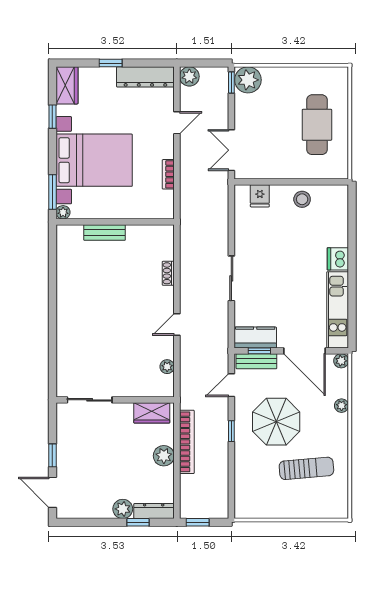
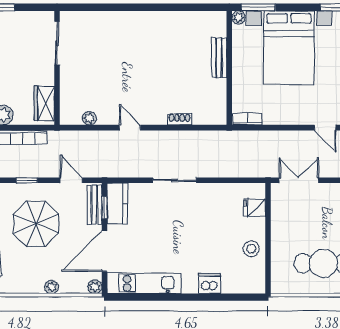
bookcase: (168, 174) -> (247, 119), moved
dishwasher: (338, 259) -> (210, 283), moved

